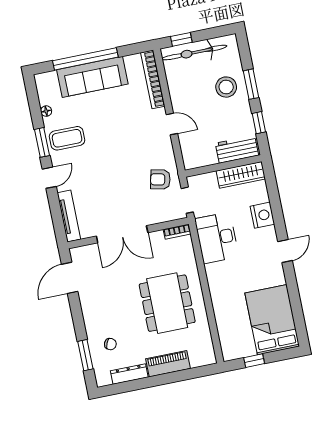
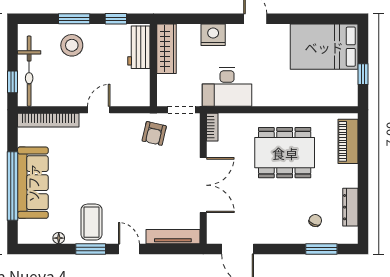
piano: (168, 364) -> (348, 141), moved

